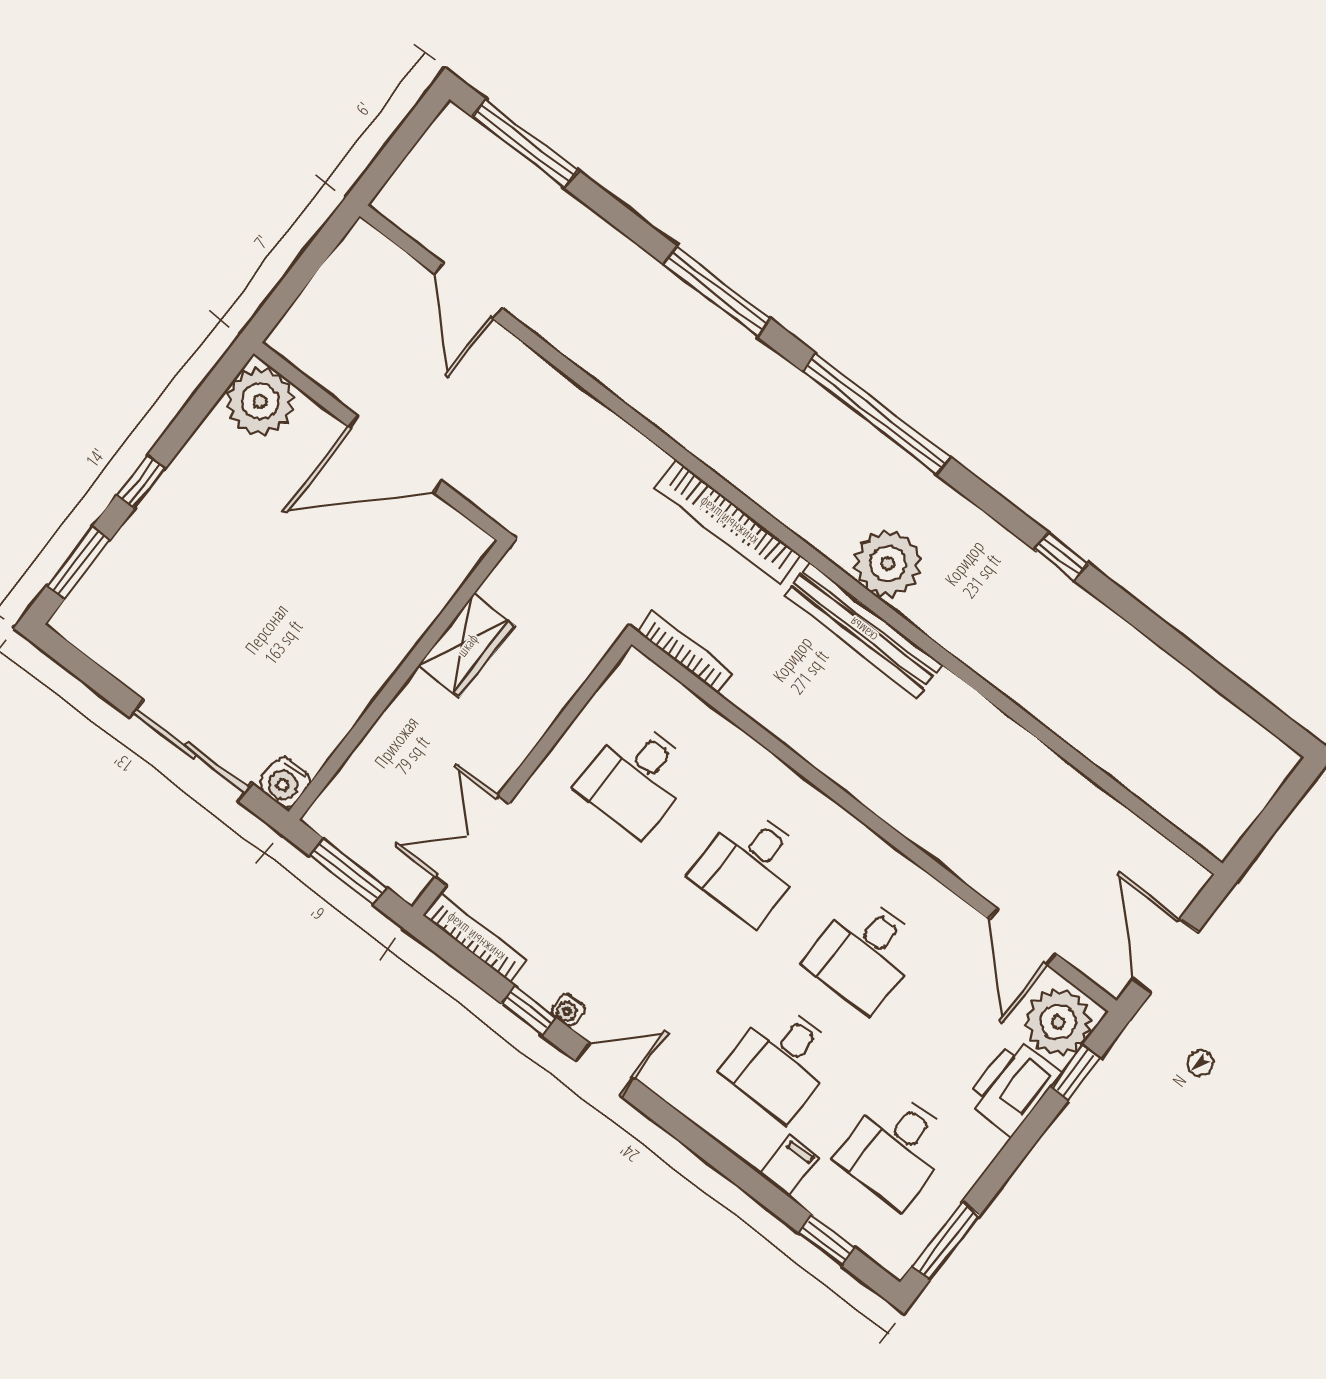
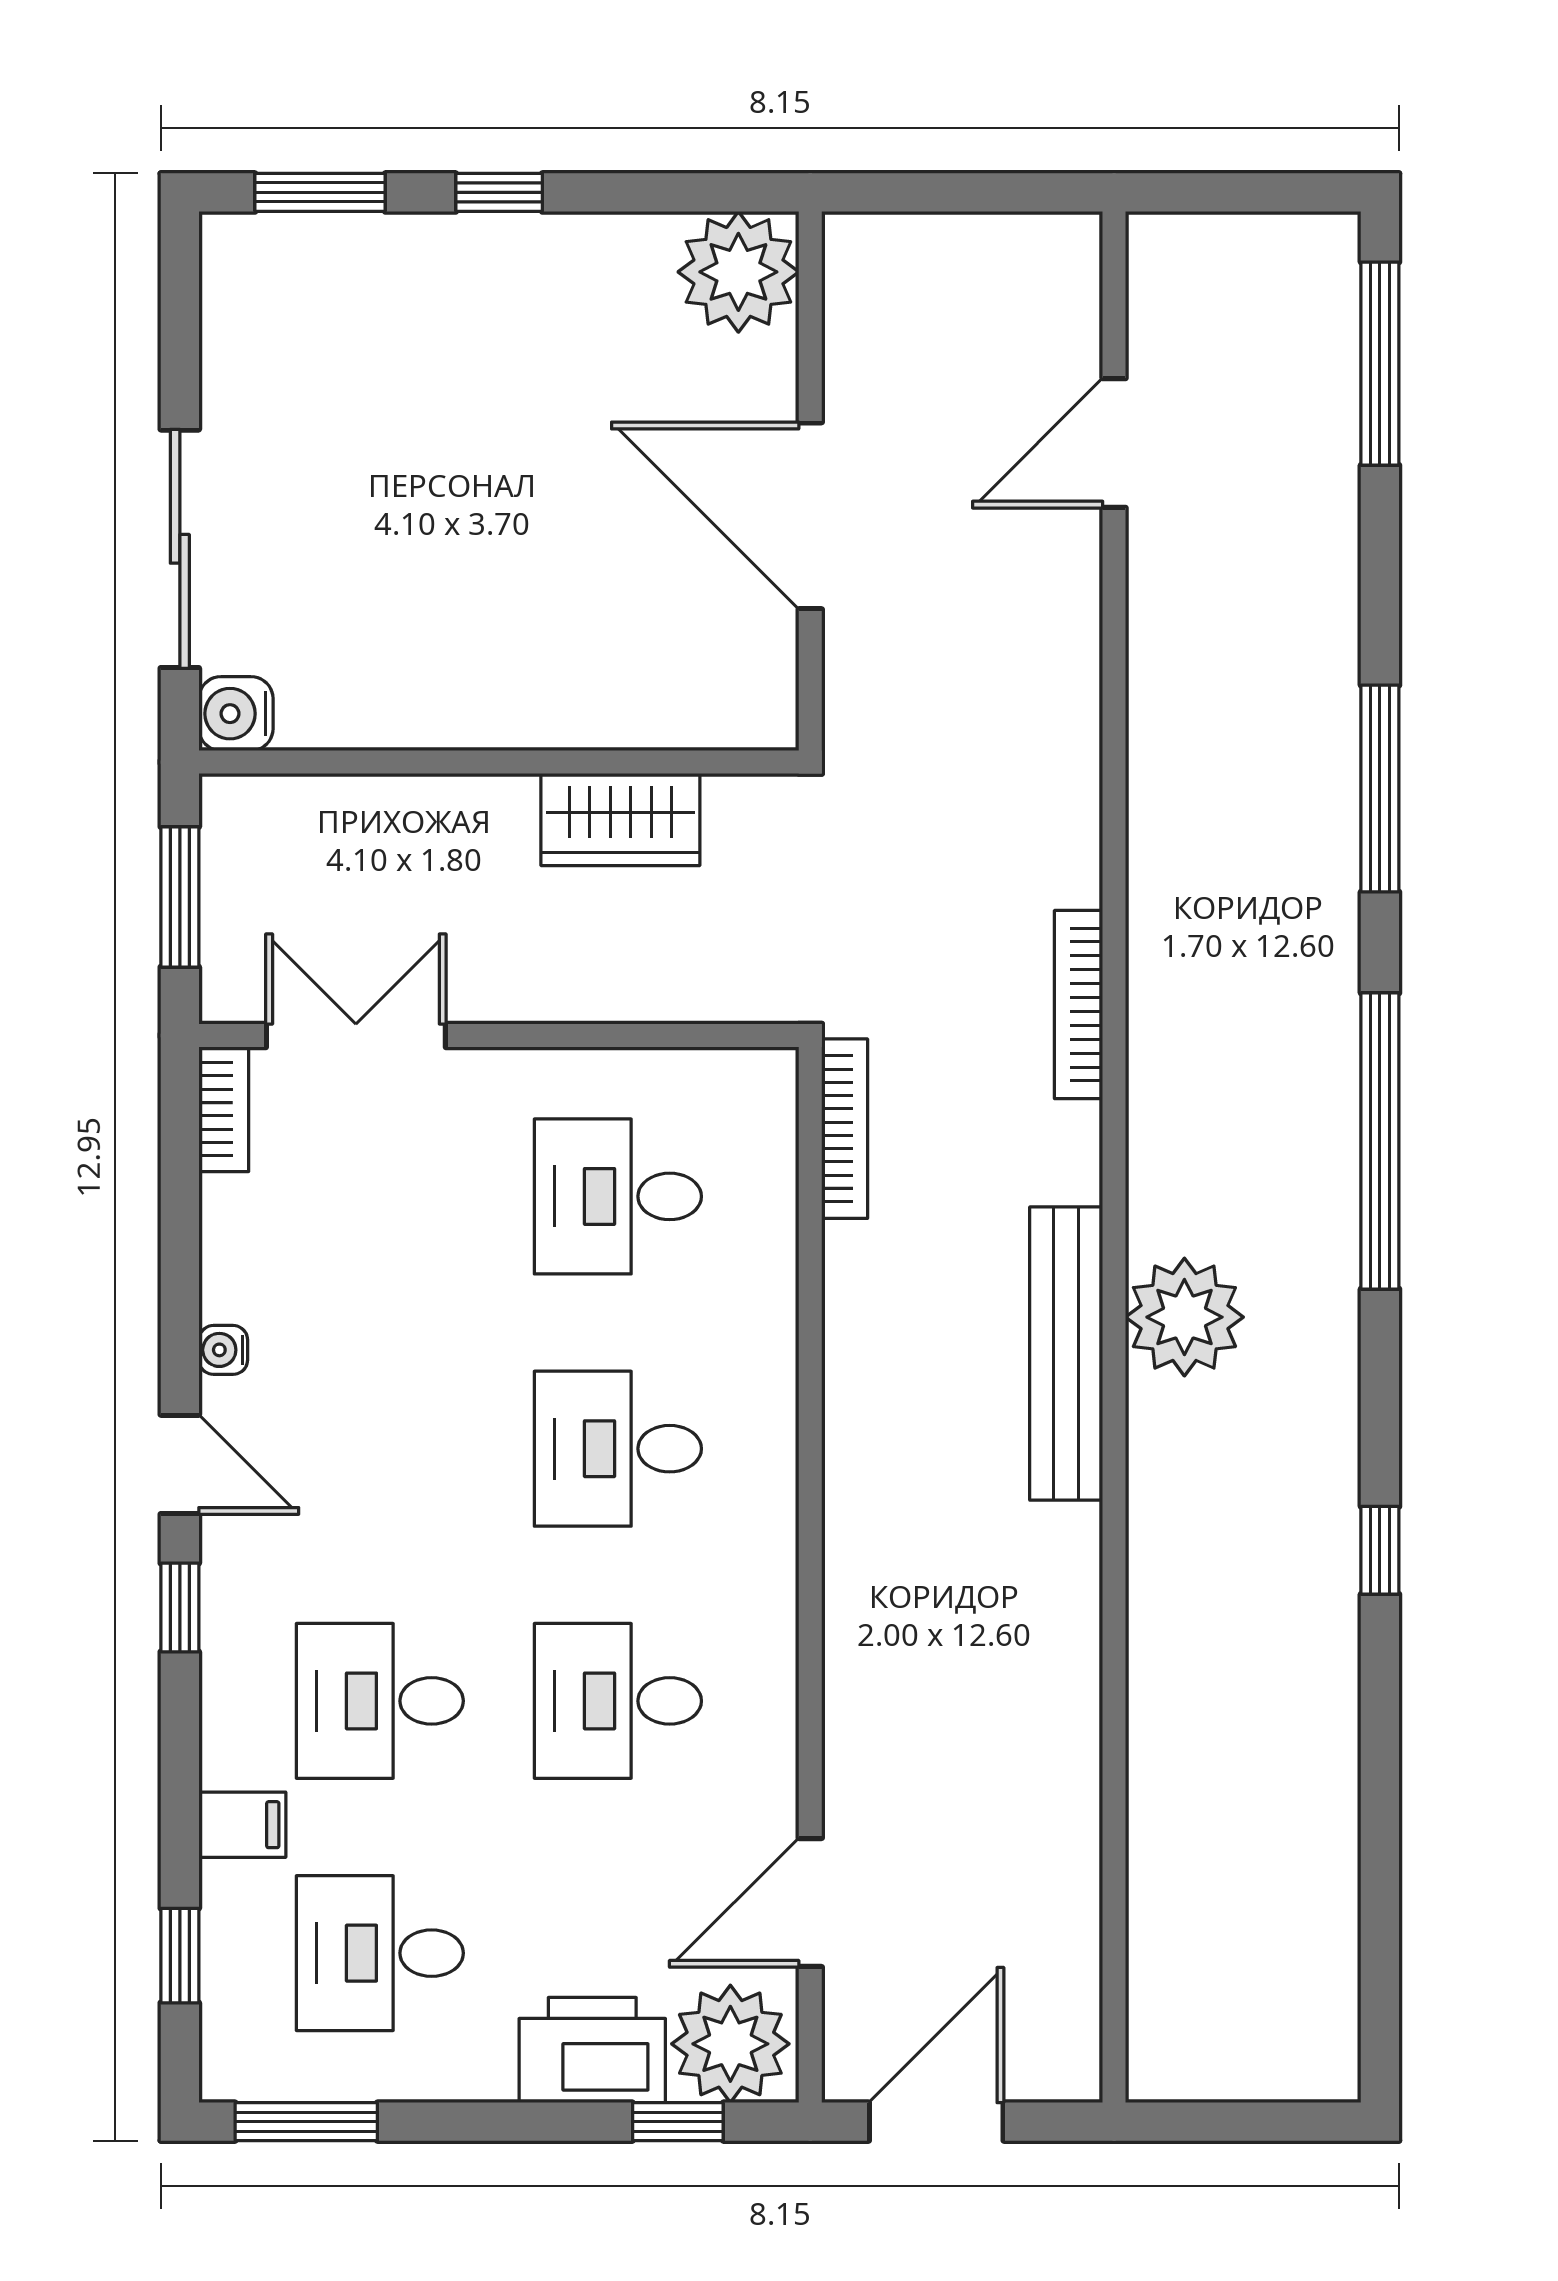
bookcase: (728, 522) -> (1079, 1005), width x0.68, depth x0.76
bookcase: (475, 938) -> (224, 1109), width x0.64
window: (529, 1010) -> (180, 1607), moved

